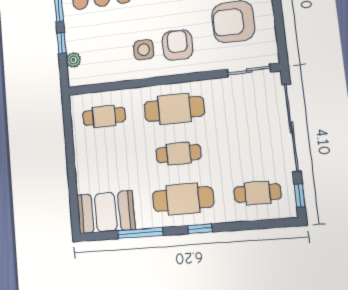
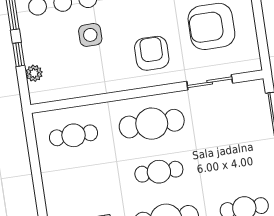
side table: (144, 50) -> (90, 35), moved
sliding door: (249, 71) -> (210, 82), moved

